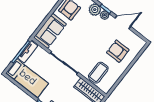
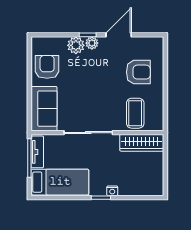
armchair: (118, 51) -> (138, 72), turned 180

